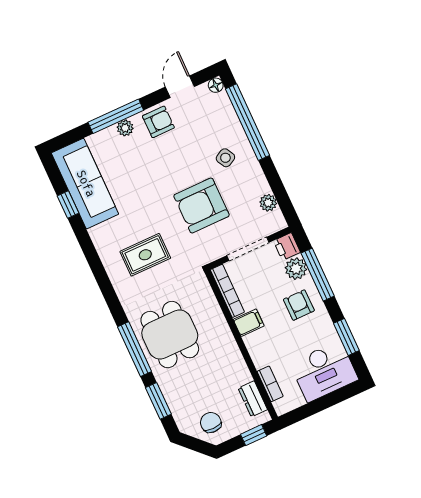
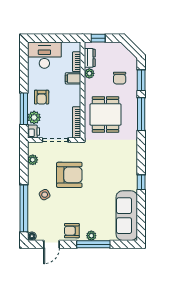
window: (68, 205) -> (141, 182), moved
rug: (145, 255) -> (112, 162), removed
filing cabinet: (249, 323) -> (73, 78), moved
dining table: (170, 335) -> (105, 115), moved
window: (346, 337) -> (24, 68), removed
plant: (242, 375) -> (89, 73), added
chair: (211, 423) -> (120, 78), moved

